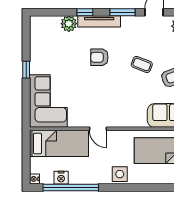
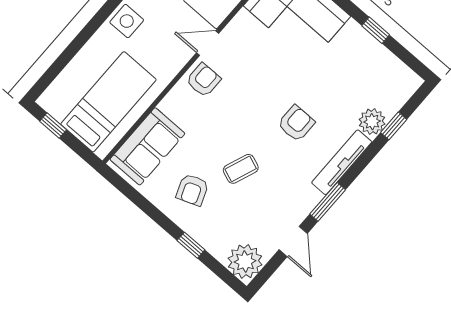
window: (85, 12) -> (394, 126), moved
window: (26, 70) -> (376, 30), moved
armchair: (116, 116) -> (203, 80), added

